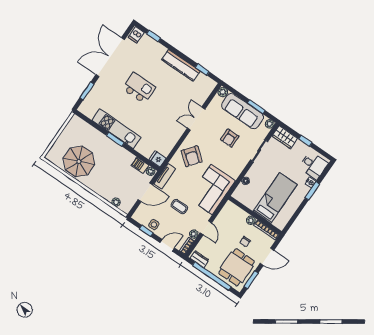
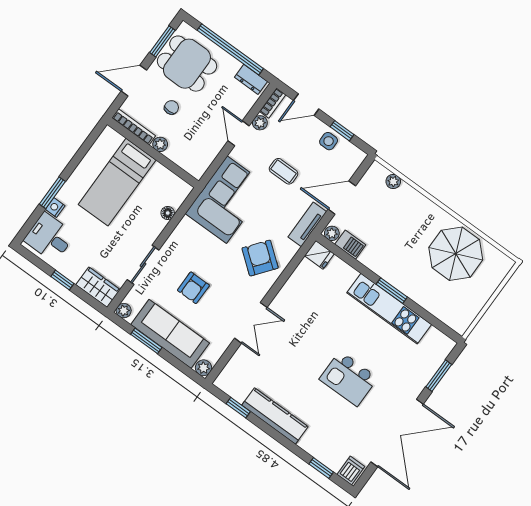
armchair: (230, 138) -> (193, 288), turned 180
dining table: (237, 267) -> (187, 64), turned 90

